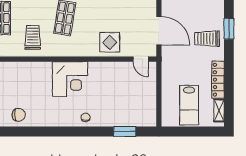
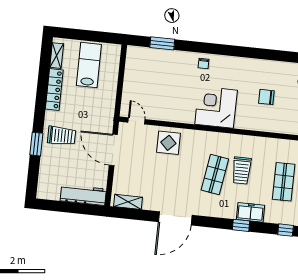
trolley: (33, 37) -> (242, 170), moved
chair: (19, 115) -> (266, 97), moved

